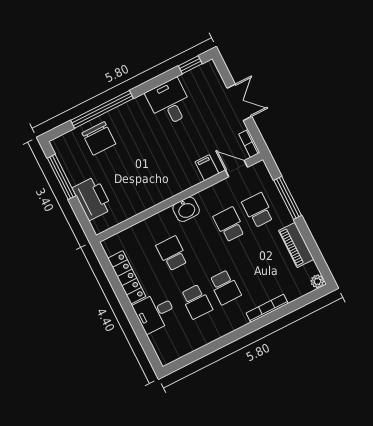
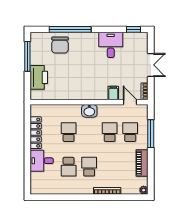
school desk: (225, 287) -> (89, 167), turned 180

